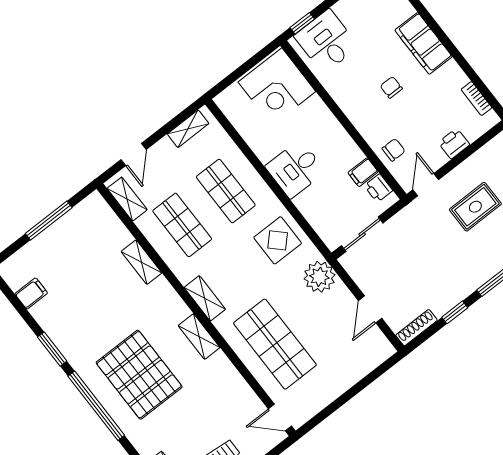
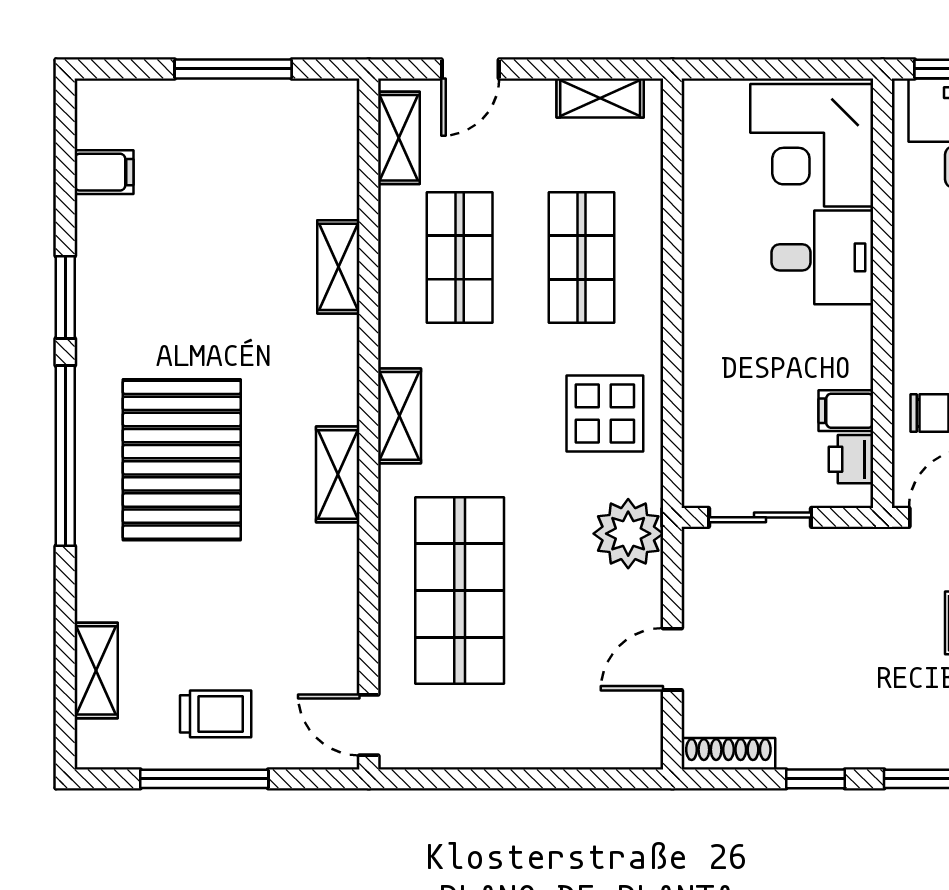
desk: (295, 169) -> (822, 257), moved, turned 180

